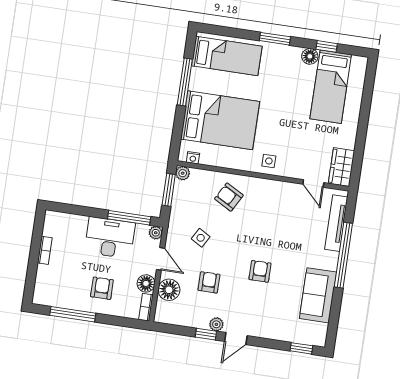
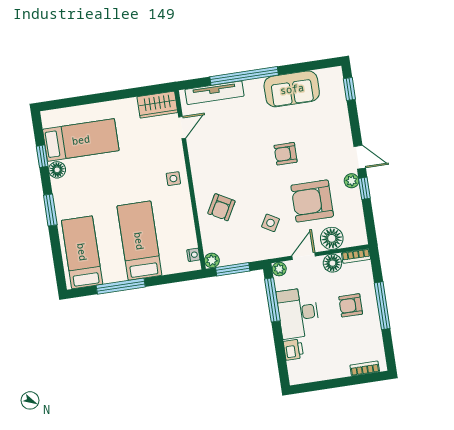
bed: (220, 120) -> (139, 241), width x0.67
printer: (77, 223) -> (293, 350), added
bookcase: (45, 250) -> (365, 368), moved
armchair: (209, 282) -> (312, 201), width x1.88, depth x1.88
window: (73, 314) -> (382, 306), moved

